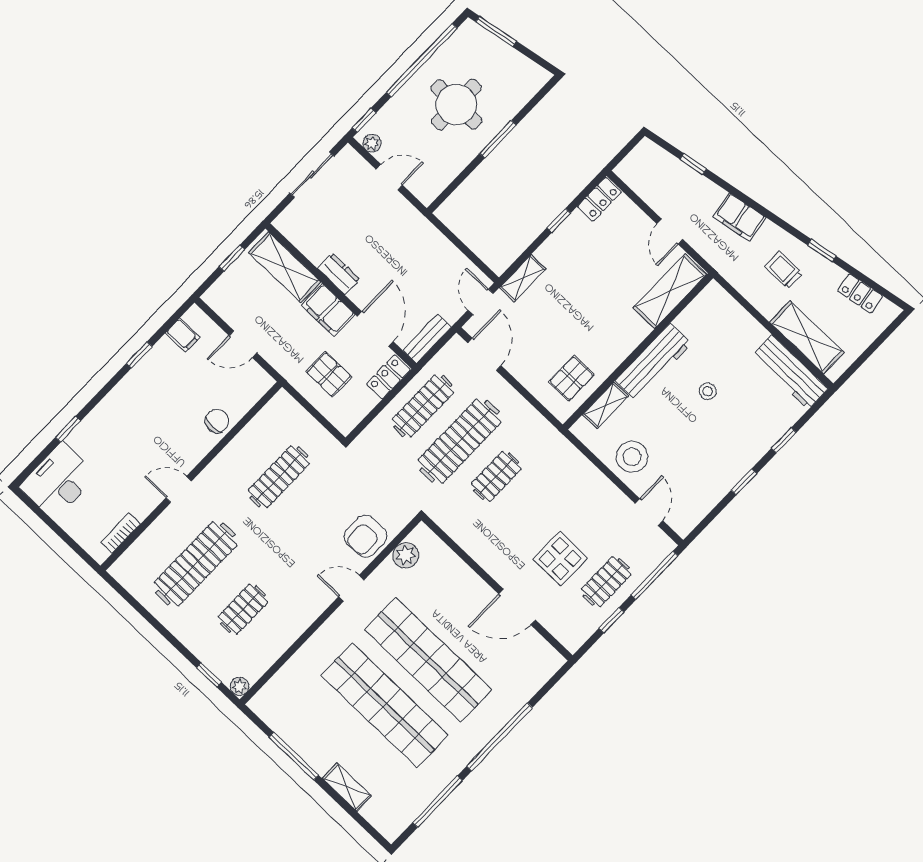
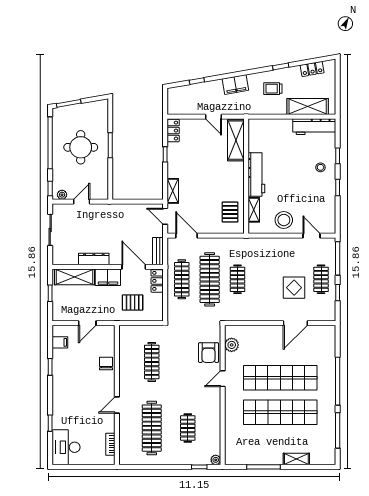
dresser: (339, 274) -> (94, 259), width x1.44
stool: (708, 391) -> (320, 167), moved

